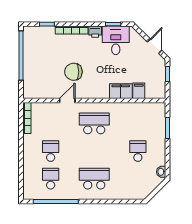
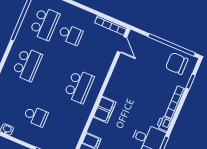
chair: (73, 72) -> (177, 64), moved, turned -90
filing cabinet: (121, 91) -> (105, 110), moved
door: (67, 100) -> (122, 45), moved
school desk: (51, 179) -> (45, 23), width x1.85

